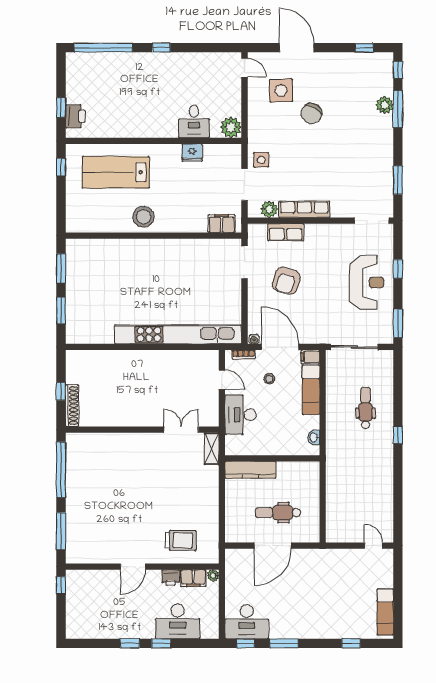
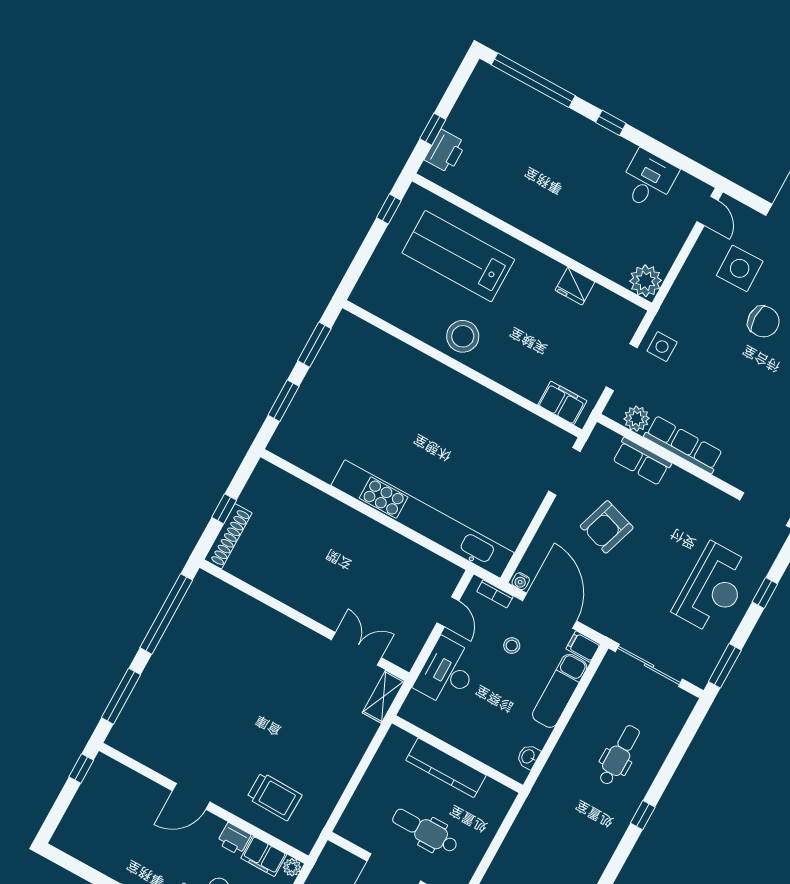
chair: (311, 114) -> (763, 322), turned -120
desk: (194, 121) -> (648, 180), moved, turned 180
kitchen counter: (250, 470) -> (446, 768), moved

